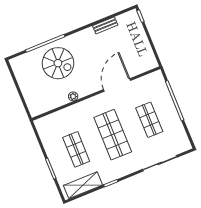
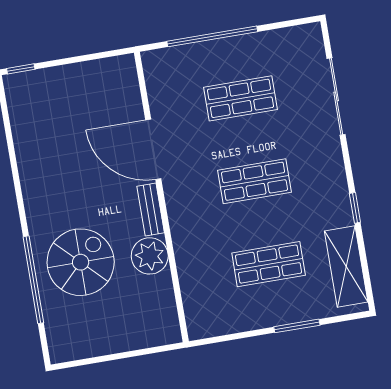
bench: (105, 25) -> (151, 210), moved
plant: (73, 96) -> (150, 256), width x1.88, depth x1.88
shop shelf: (113, 135) -> (255, 181), width x0.70, depth x0.74

